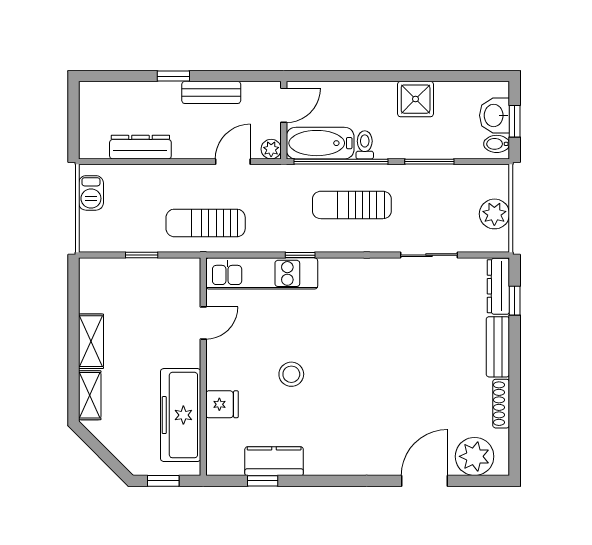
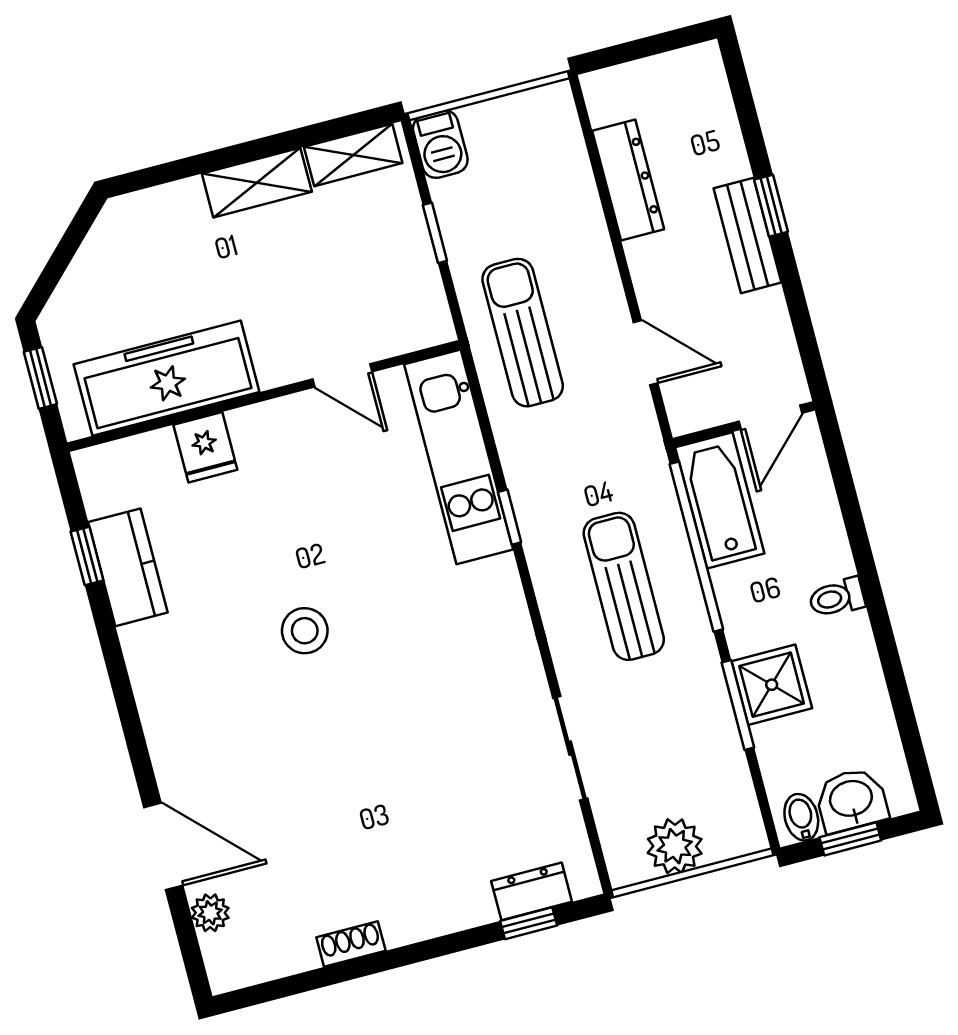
bench: (211, 92) -> (747, 235), moved
shower: (416, 99) -> (772, 685), moved
door: (284, 105) -> (770, 417), hinge flipped
toilet: (365, 145) -> (837, 598), moved, turned 180
plant: (271, 149) -> (686, 415), removed
barbecue: (91, 193) -> (440, 144), moved, turned -90
dresser: (498, 286) -> (532, 891), width x0.70
bench: (498, 347) -> (438, 915), removed
stool: (291, 374) -> (305, 631), moved
shelving: (90, 395) -> (353, 155), moved
shoe rack: (501, 404) -> (351, 944), width x0.70
plant: (475, 456) -> (210, 913), width x0.53, depth x0.53

